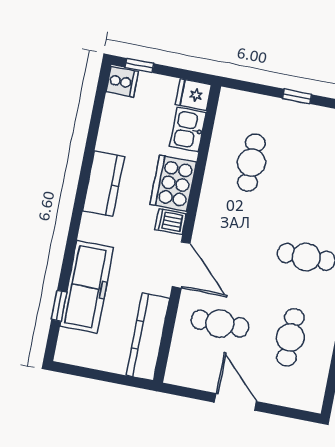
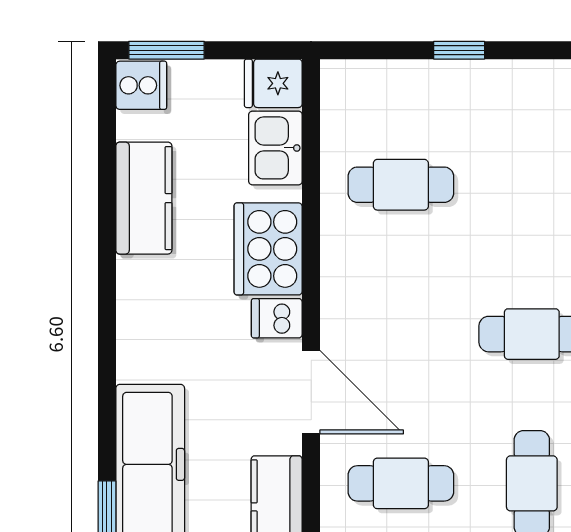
window: (139, 65) -> (167, 50), width x1.50
cafe table: (251, 163) -> (401, 185), turned 90
kitchen counter: (104, 184) -> (144, 198), moved

